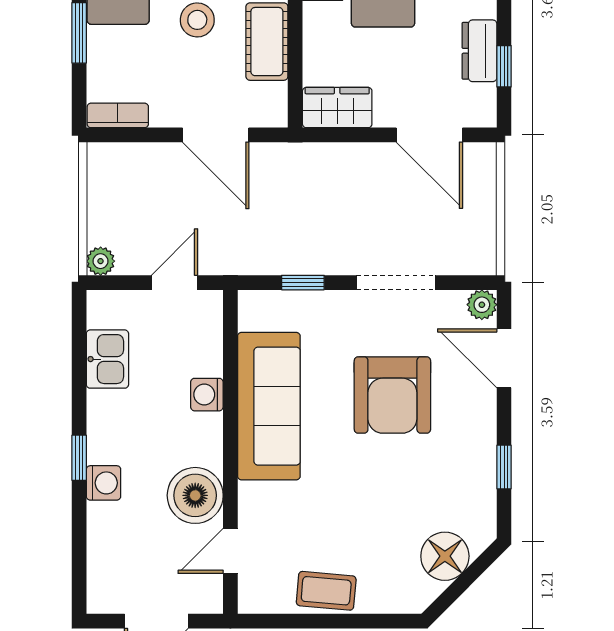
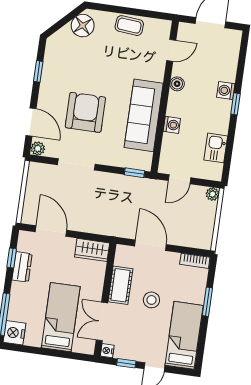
window: (303, 283) -> (134, 173), moved
boiler: (195, 495) -> (177, 84), width x0.54, depth x0.54
floor lamp: (445, 556) -> (83, 26), moved

